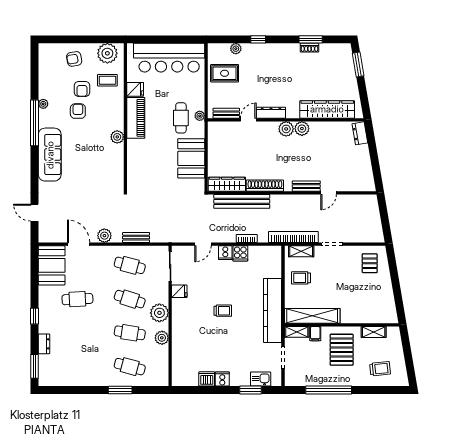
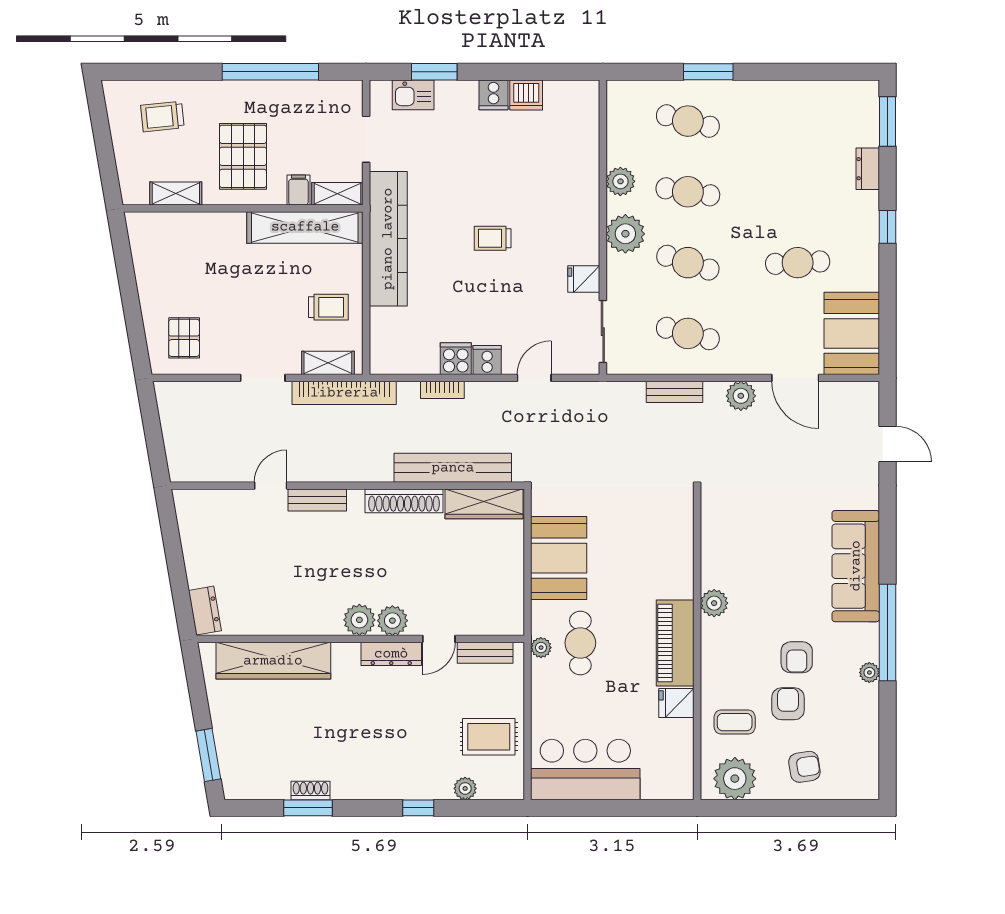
bar counter: (169, 58) -> (585, 769), width x0.73
plant: (302, 129) -> (392, 621), moved

